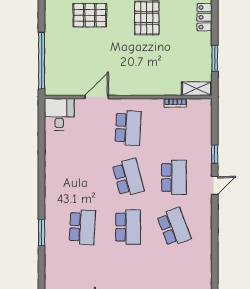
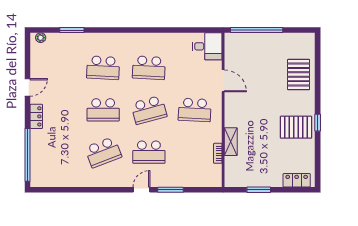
shelving: (197, 89) -> (231, 142), moved
window: (215, 154) -> (170, 190), width x1.50
school desk: (82, 177) -> (149, 68), added
door: (215, 185) -> (142, 190), swing flipped
window: (42, 232) -> (72, 30), moved

